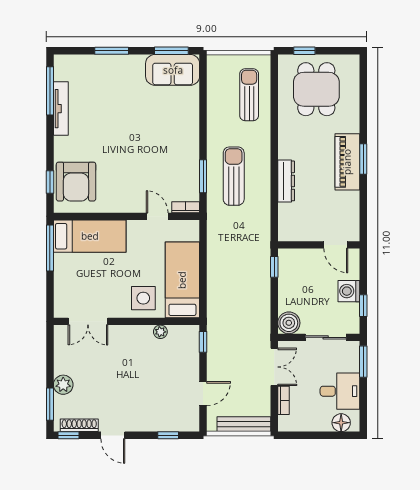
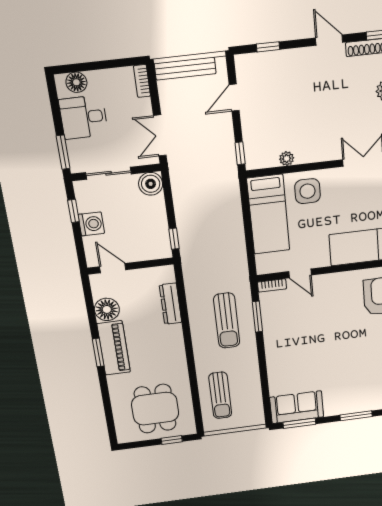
dresser: (286, 181) -> (171, 304), moved
floor lamp: (348, 203) -> (107, 309), added
bookcase: (284, 400) -> (142, 81), moved

